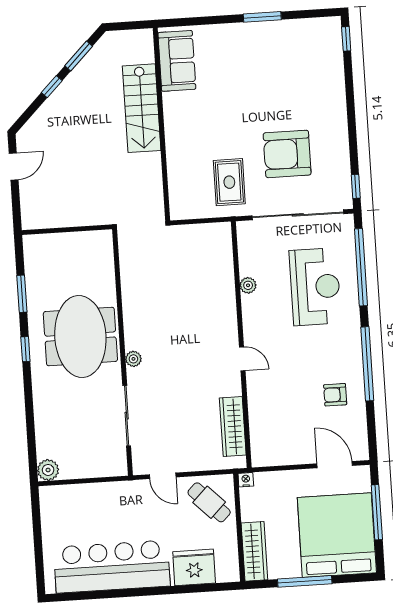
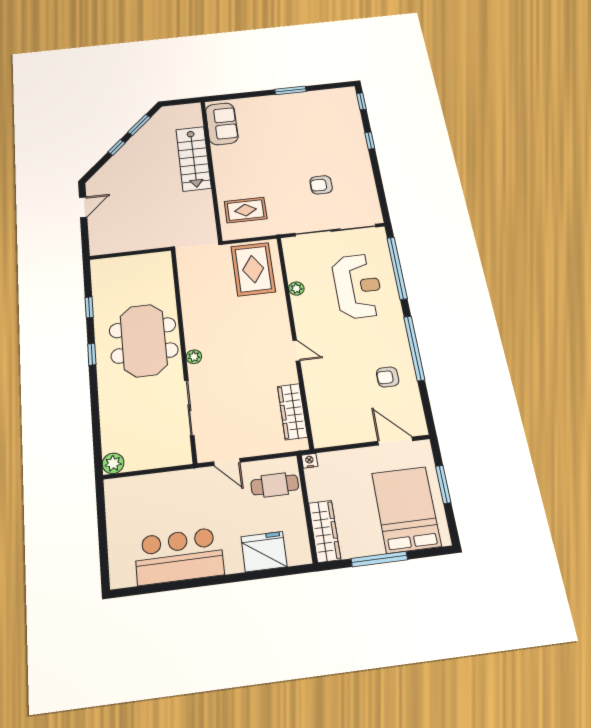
armchair: (287, 154) -> (321, 185), width x0.53, depth x0.53
rug: (229, 182) -> (246, 210), moved, turned 90
window: (356, 186) -> (370, 141), moved
rug: (202, 258) -> (253, 269), added
window: (22, 294) -> (89, 307), width x0.67
cafe table: (209, 502) -> (275, 485), turned -45
window: (377, 512) -> (443, 484), width x0.69
bed: (337, 535) -> (406, 509), width x0.73
bar counter: (112, 567) -> (179, 556), width x0.73

